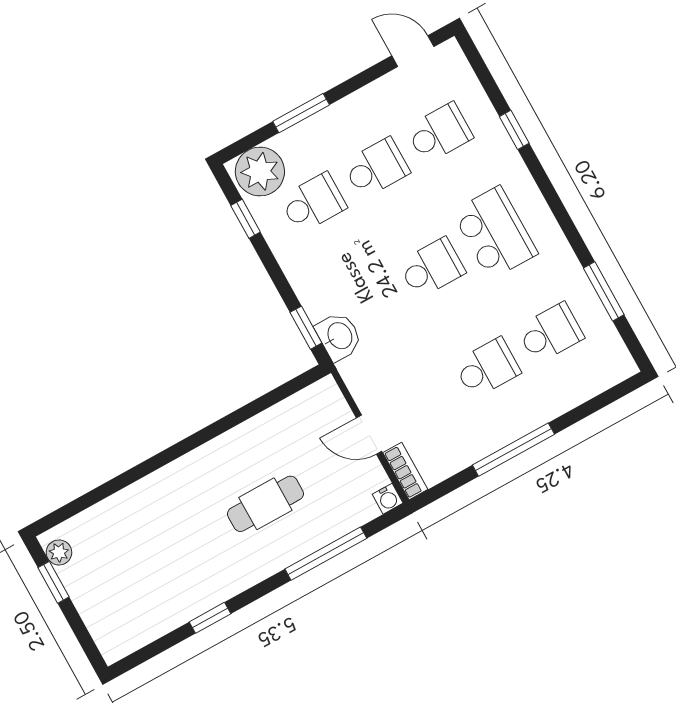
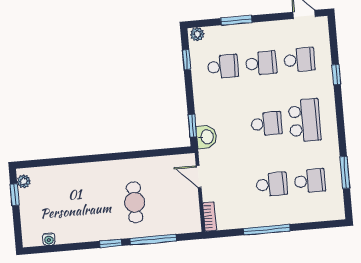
plant: (260, 171) -> (197, 34), width x0.53, depth x0.53
door: (369, 435) -> (199, 177), moved
water cooler: (388, 499) -> (49, 239), moved
cafe table: (265, 504) -> (135, 202), turned 90
window: (210, 618) -> (111, 243), moved

